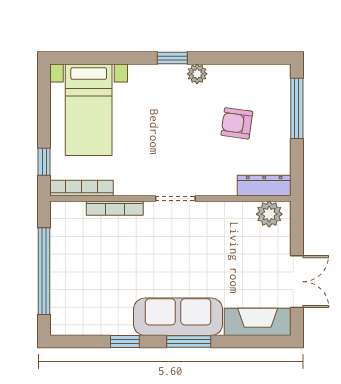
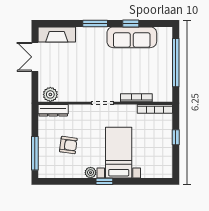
bed with nightstands: (89, 110) -> (119, 153), moved
window: (44, 162) -> (176, 137), moved
sofa: (178, 317) -> (132, 37), moved

